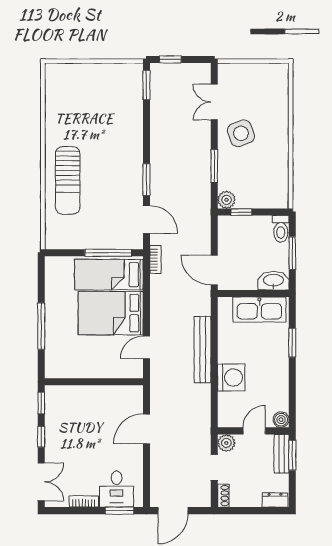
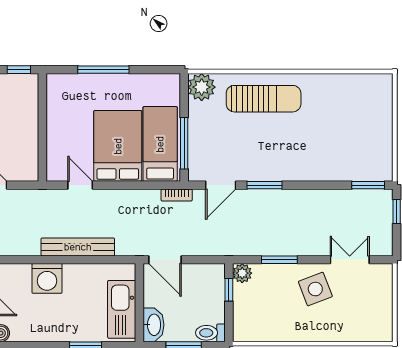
sun lounger: (68, 180) -> (264, 99), turned 180
plant: (57, 237) -> (202, 87), added
door: (214, 270) -> (165, 260), swing flipped

